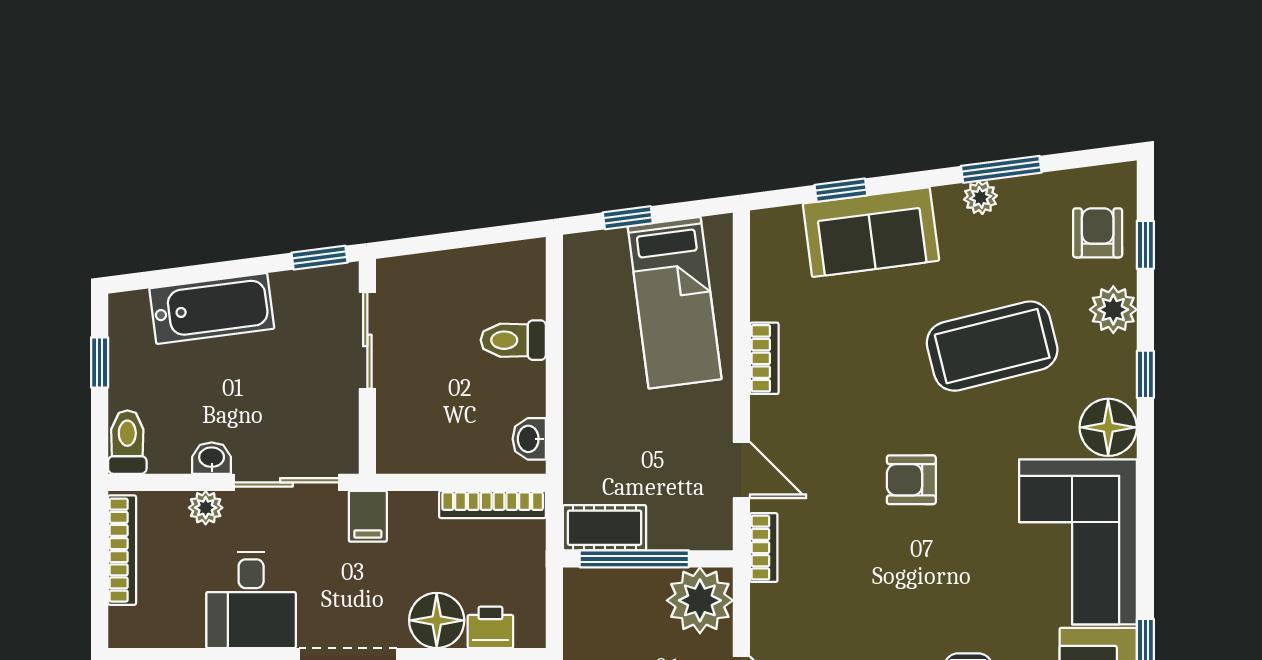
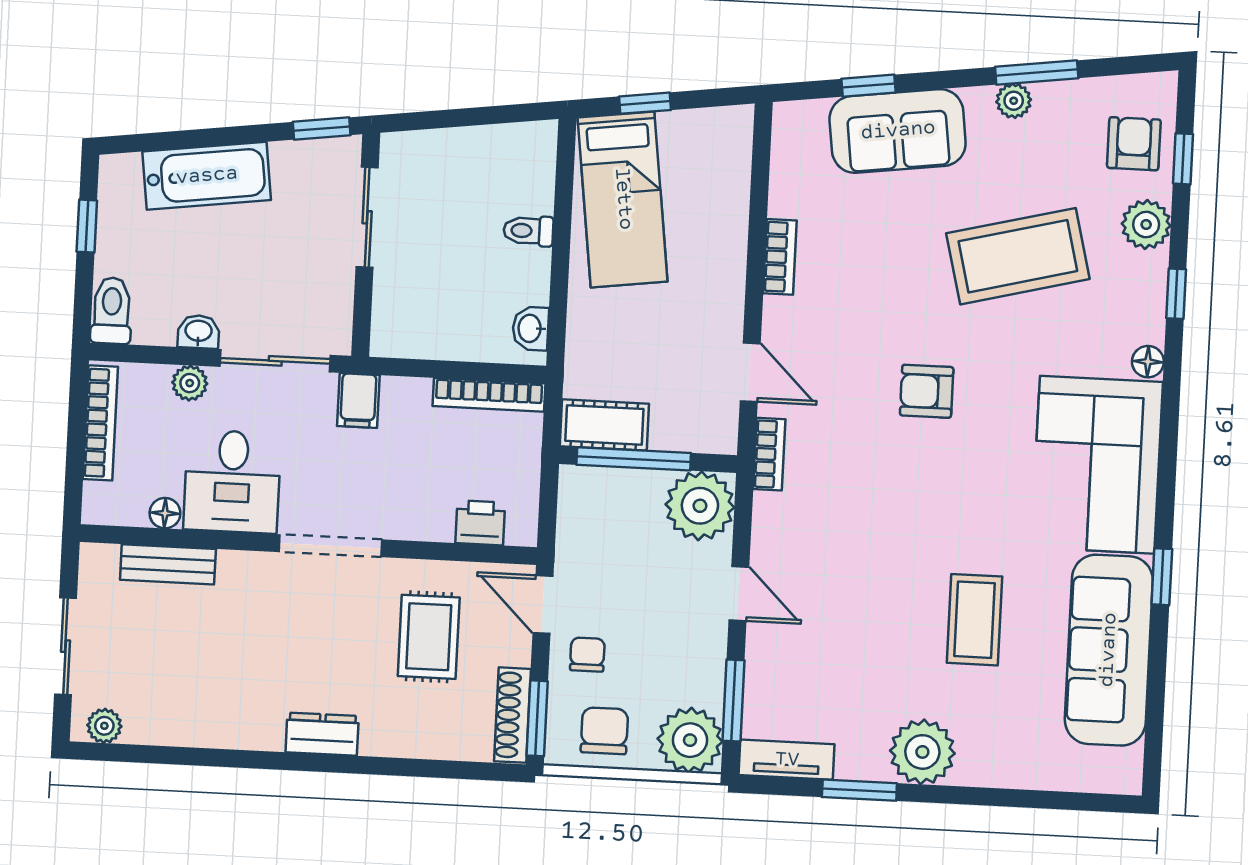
bed: (675, 303) -> (623, 199), moved
toilet: (513, 340) -> (528, 231), width x0.73, depth x0.72
floor lamp: (1108, 427) -> (1148, 362), width x0.53, depth x0.53
floor lamp: (437, 620) -> (165, 513), moved, width x0.53, depth x0.53

